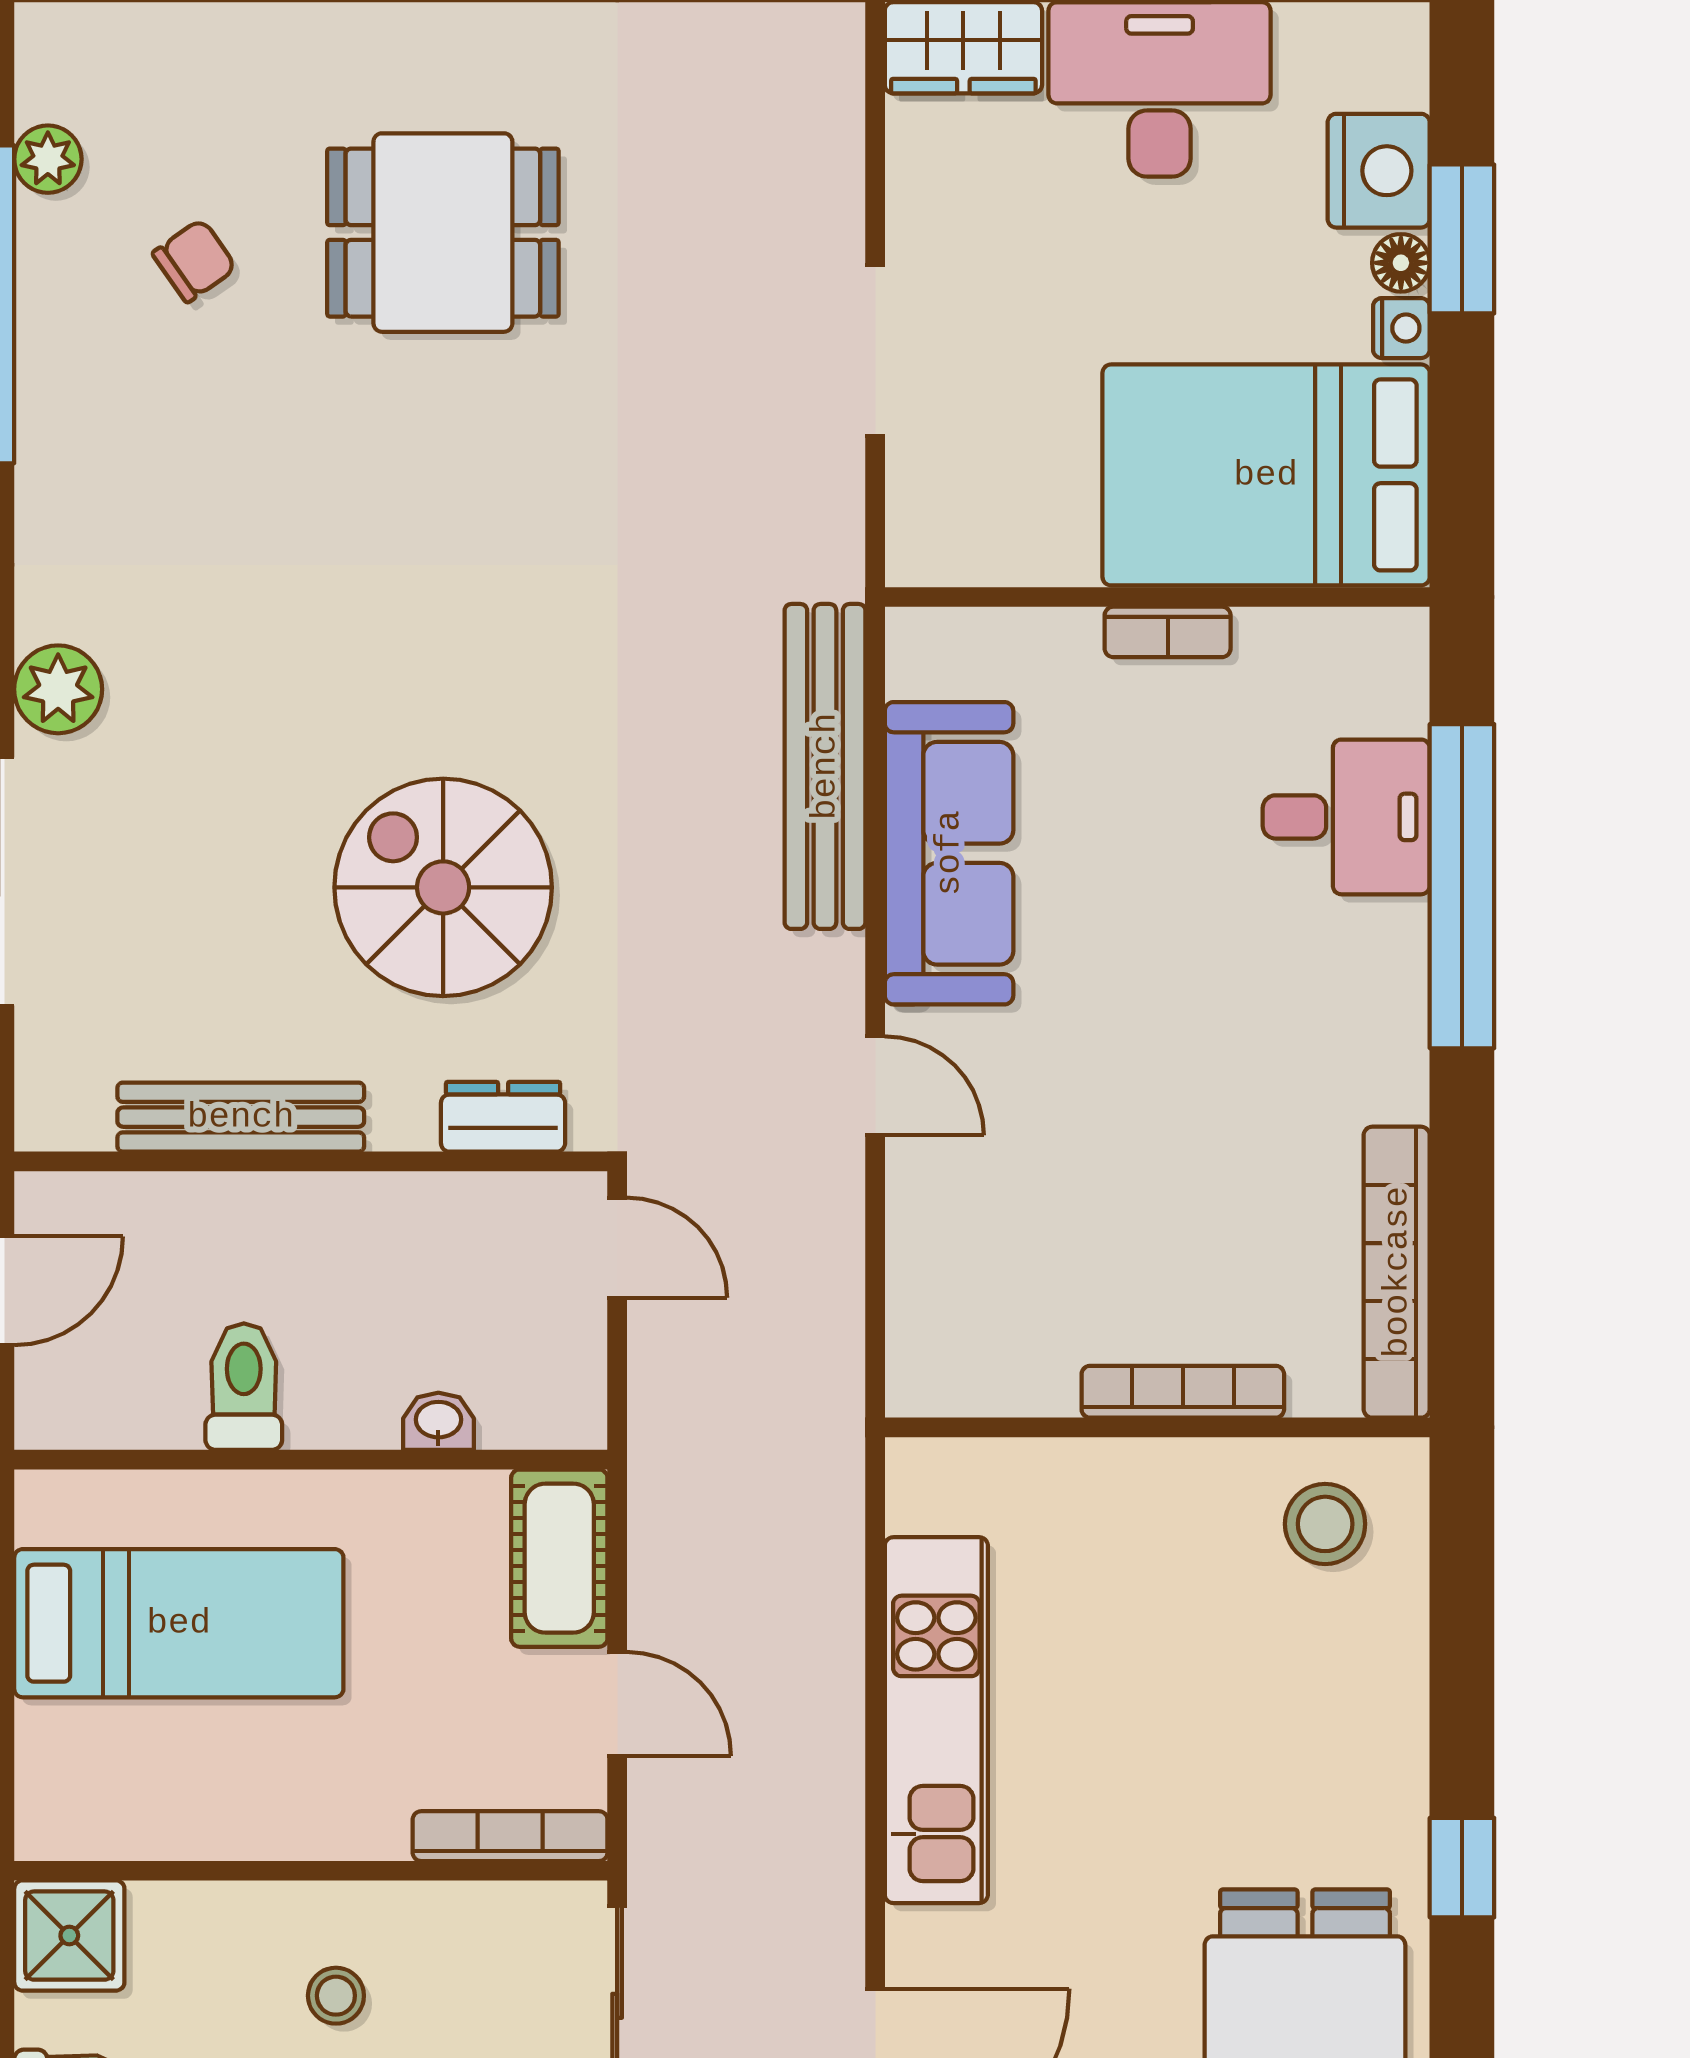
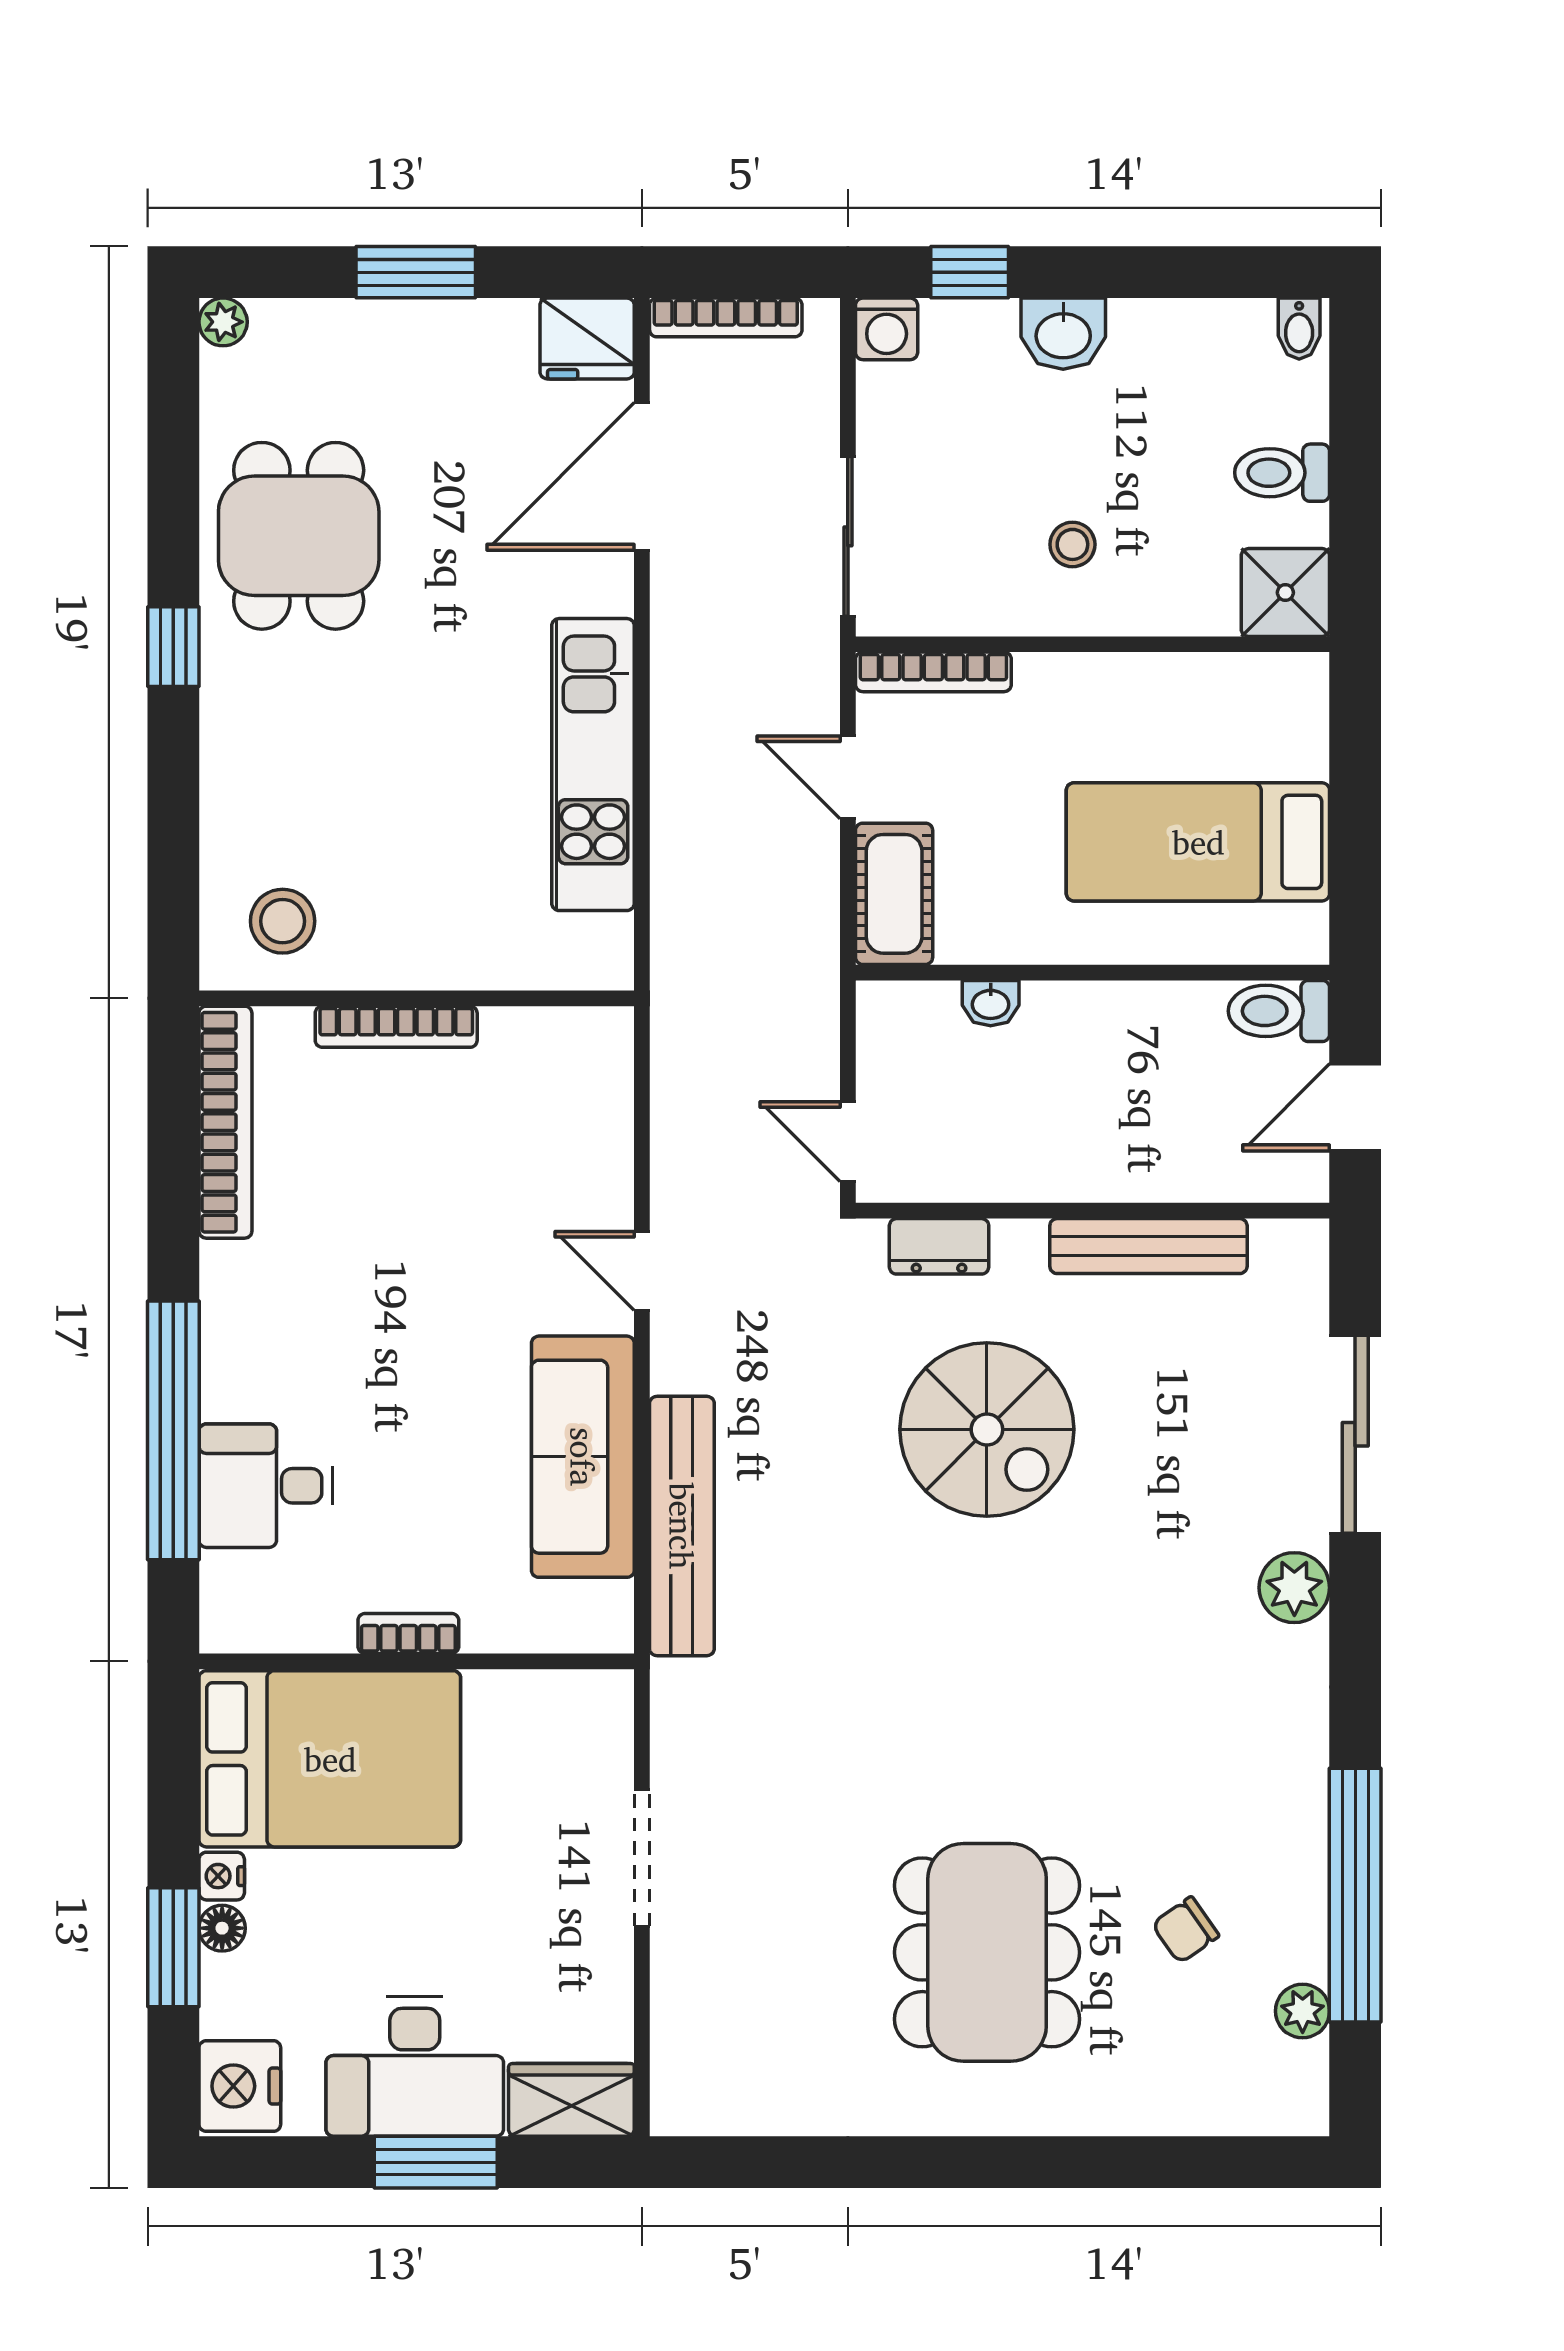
nightstand: (1379, 171) -> (240, 2086), moved
dining table: (443, 233) -> (987, 1952), width x1.38
toilet: (244, 1387) -> (1279, 1011), moved, turned 90

